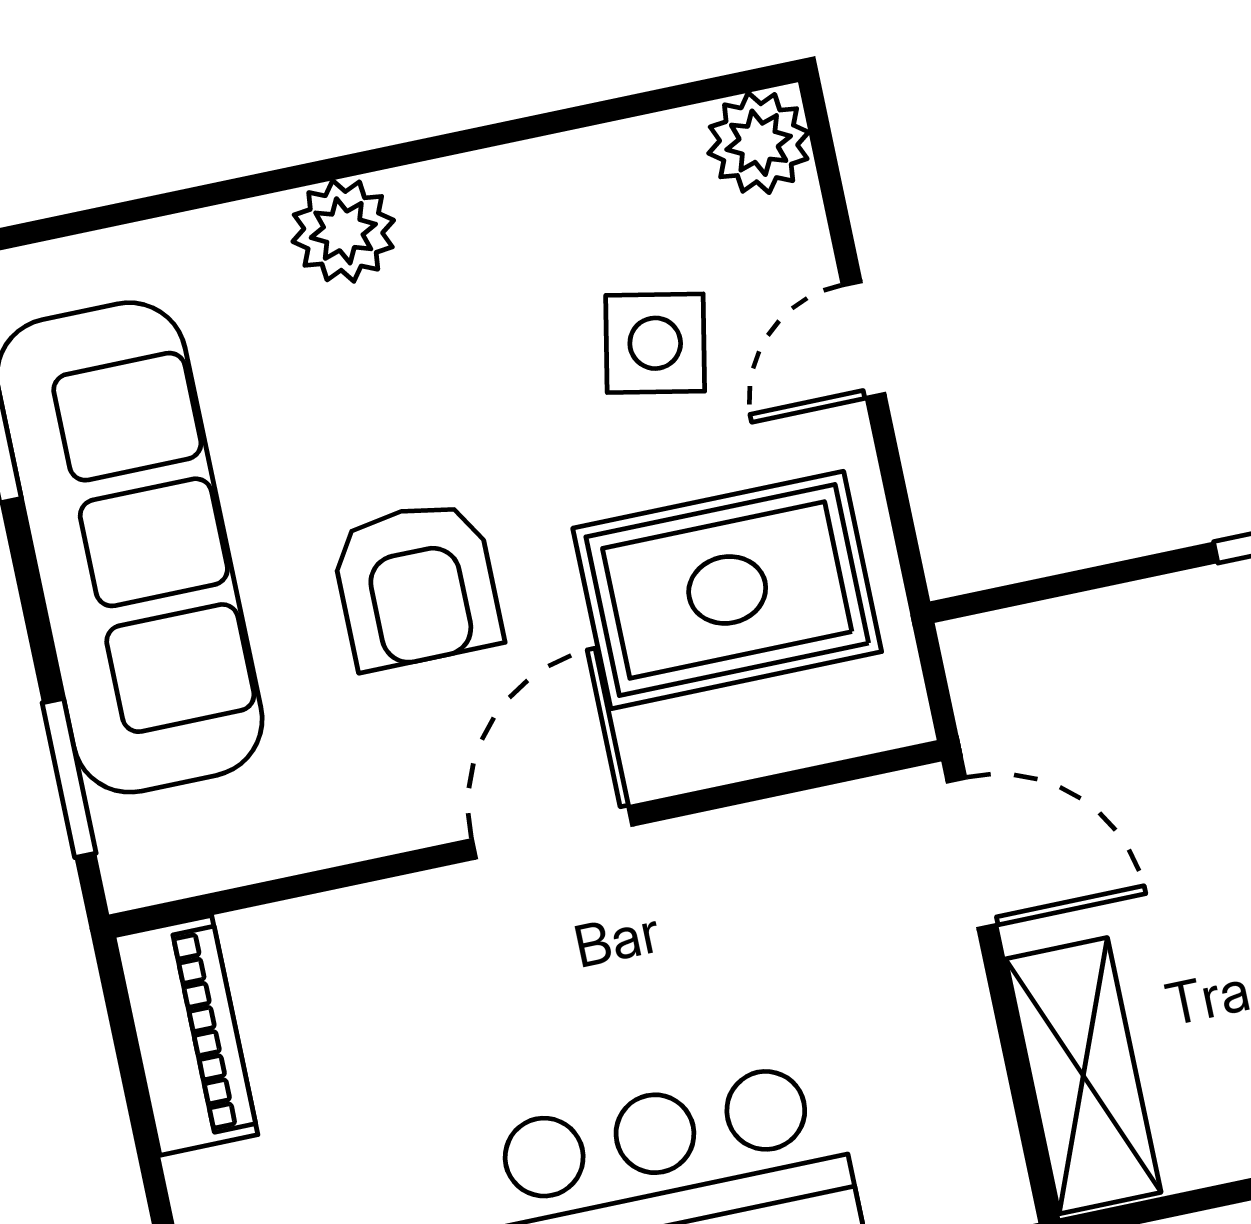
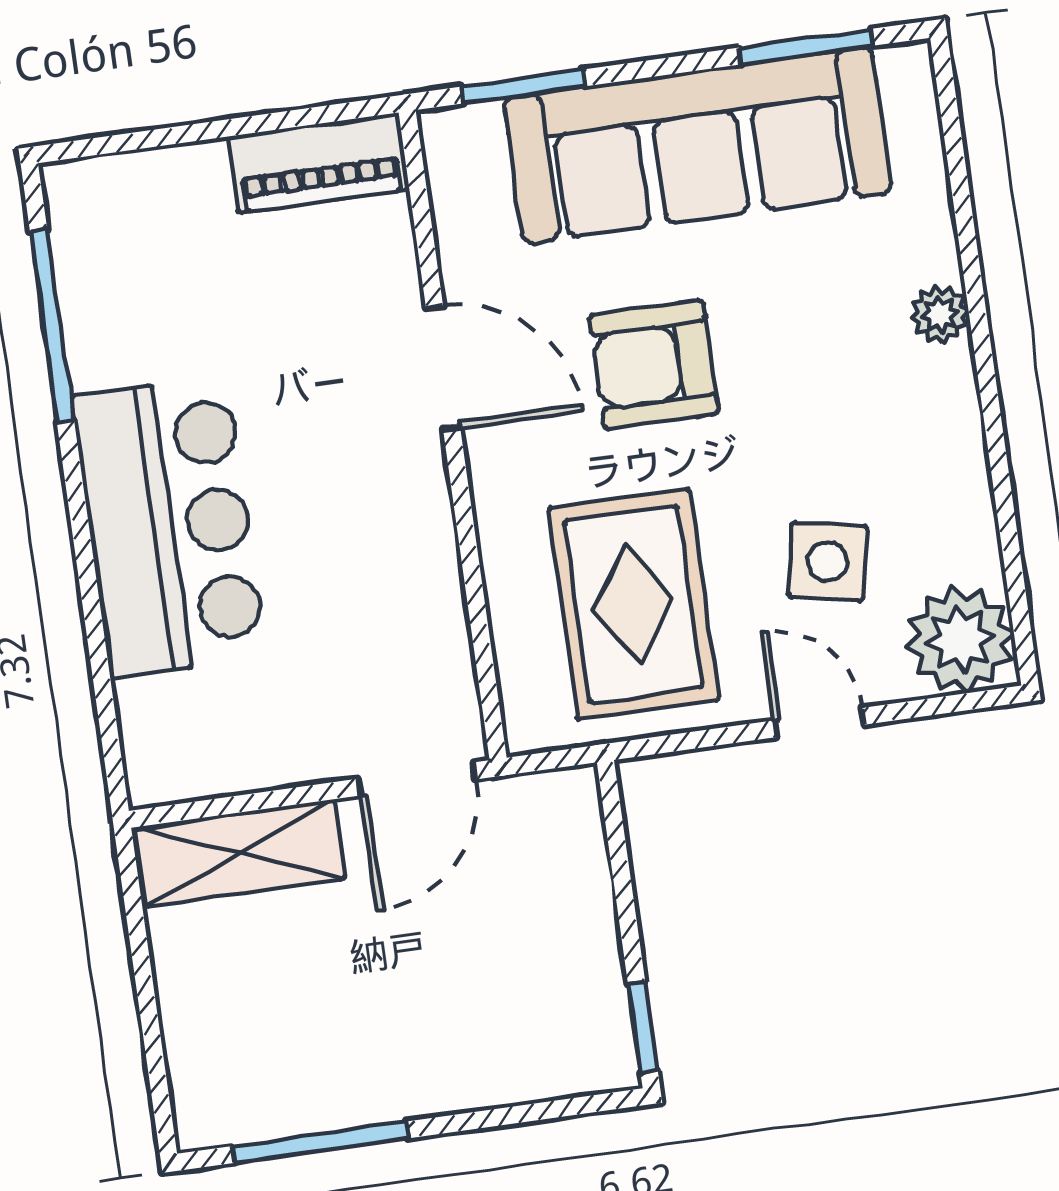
plant: (759, 143) -> (960, 640), width x1.36, depth x1.36
plant: (343, 231) -> (940, 314), width x0.73, depth x0.73
door: (552, 832) -> (443, 368), moved

